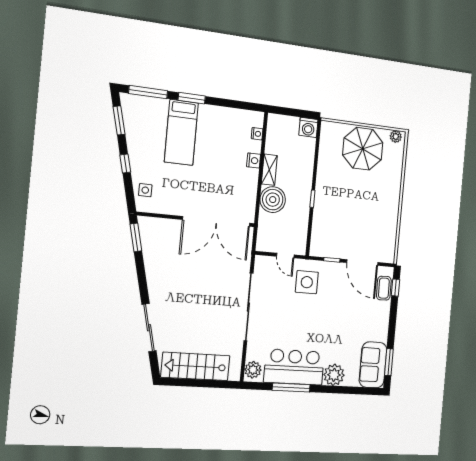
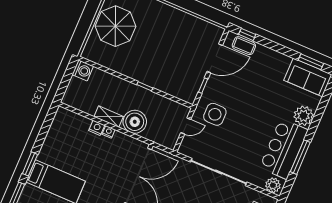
nightstand: (257, 134) -> (109, 132), moved

